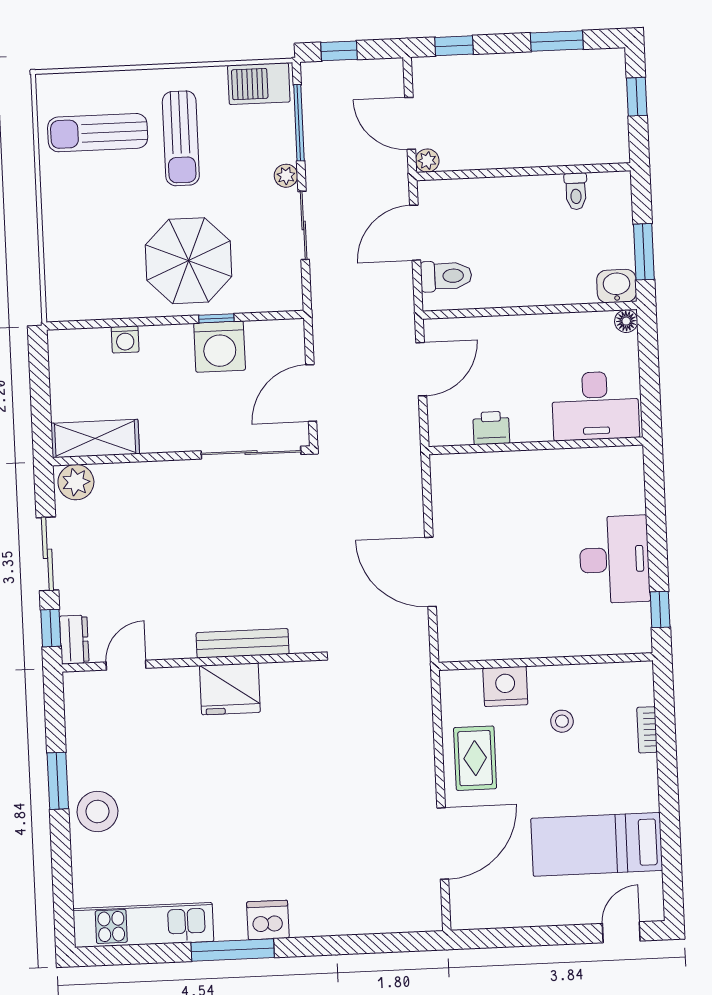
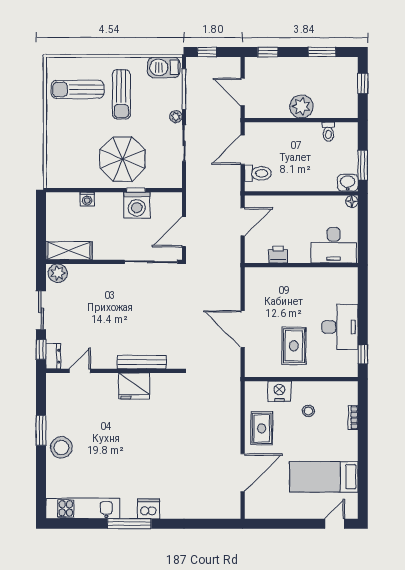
plant: (427, 161) -> (301, 107), moved, width x1.87, depth x1.87
rug: (529, 599) -> (294, 346), added

